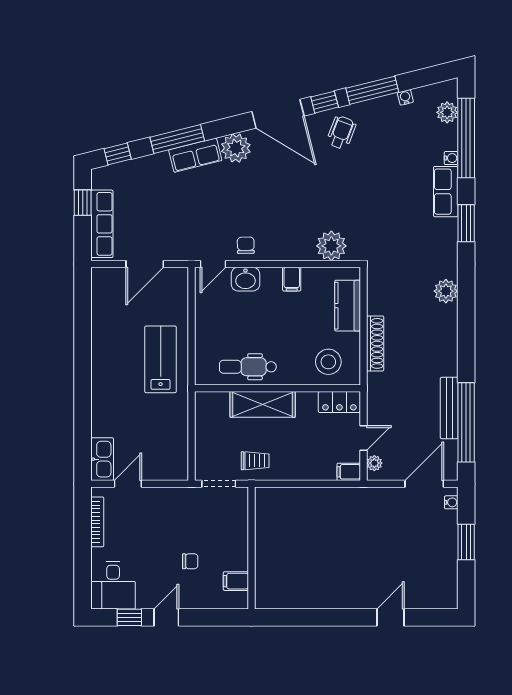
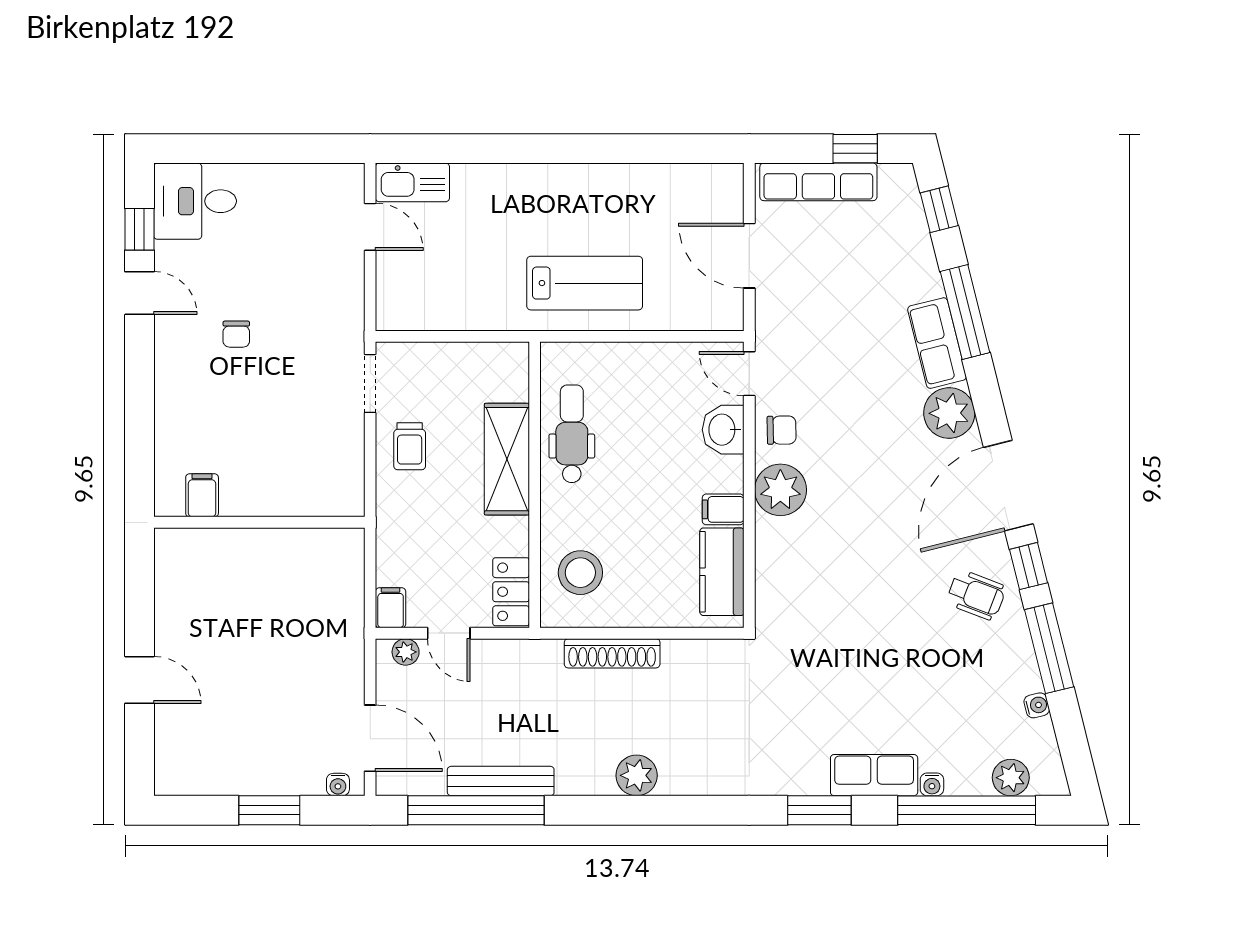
plant: (331, 246) -> (780, 490), moved
plant: (446, 291) -> (637, 775), moved
kitchen counter: (348, 306) -> (722, 572), moved, turned -90
bookcase: (97, 522) -> (304, 174), removed
wall: (252, 548) -> (259, 522), moved
filing cabinet: (236, 581) -> (202, 495), moved

